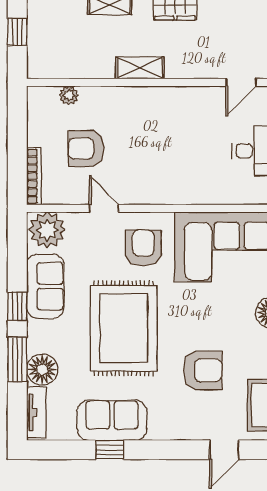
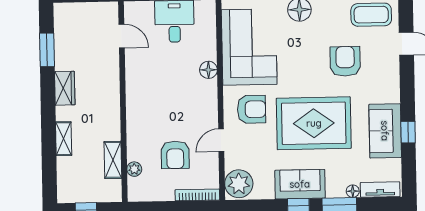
shelving: (140, 68) -> (113, 160), moved
floor lamp: (195, 194) -> (208, 70), added
armchair: (143, 248) -> (251, 109), turned 180
sofa: (45, 286) -> (300, 184), moved
floor lamp: (42, 370) -> (353, 191), width x0.53, depth x0.53

